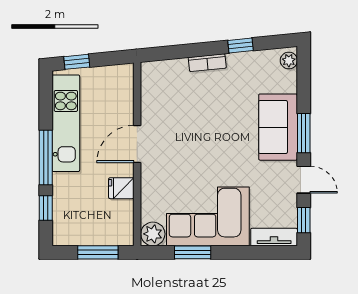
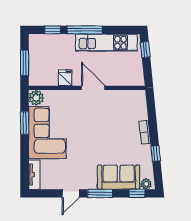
sofa: (278, 127) -> (119, 177), moved
window: (304, 220) -> (137, 193), moved

